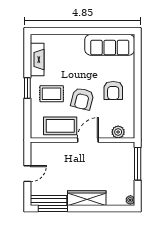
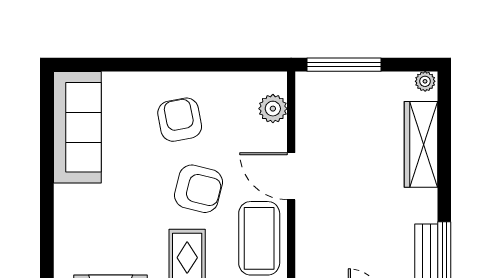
armchair: (113, 90) -> (180, 120), turned -101
wardrobe: (87, 198) -> (421, 144), moved

